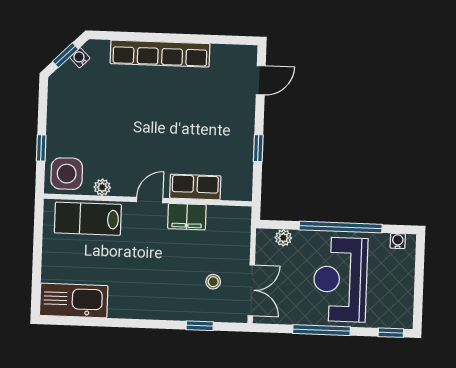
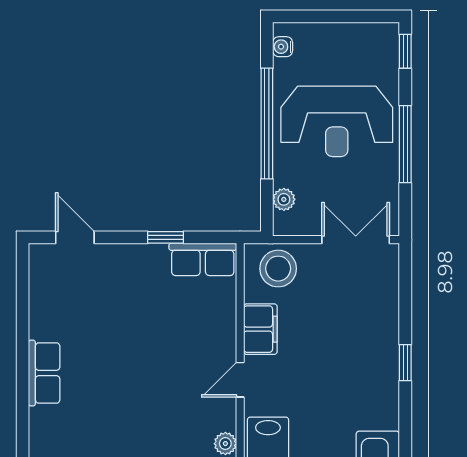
row of seats: (160, 54) -> (44, 373), width x0.50
row of seats: (195, 187) -> (203, 259), moved, turned -90
door: (150, 200) -> (240, 380), hinge flipped
stool: (213, 282) -> (278, 269), moved, width x1.89, depth x1.89
window: (200, 326) -> (405, 363), moved

